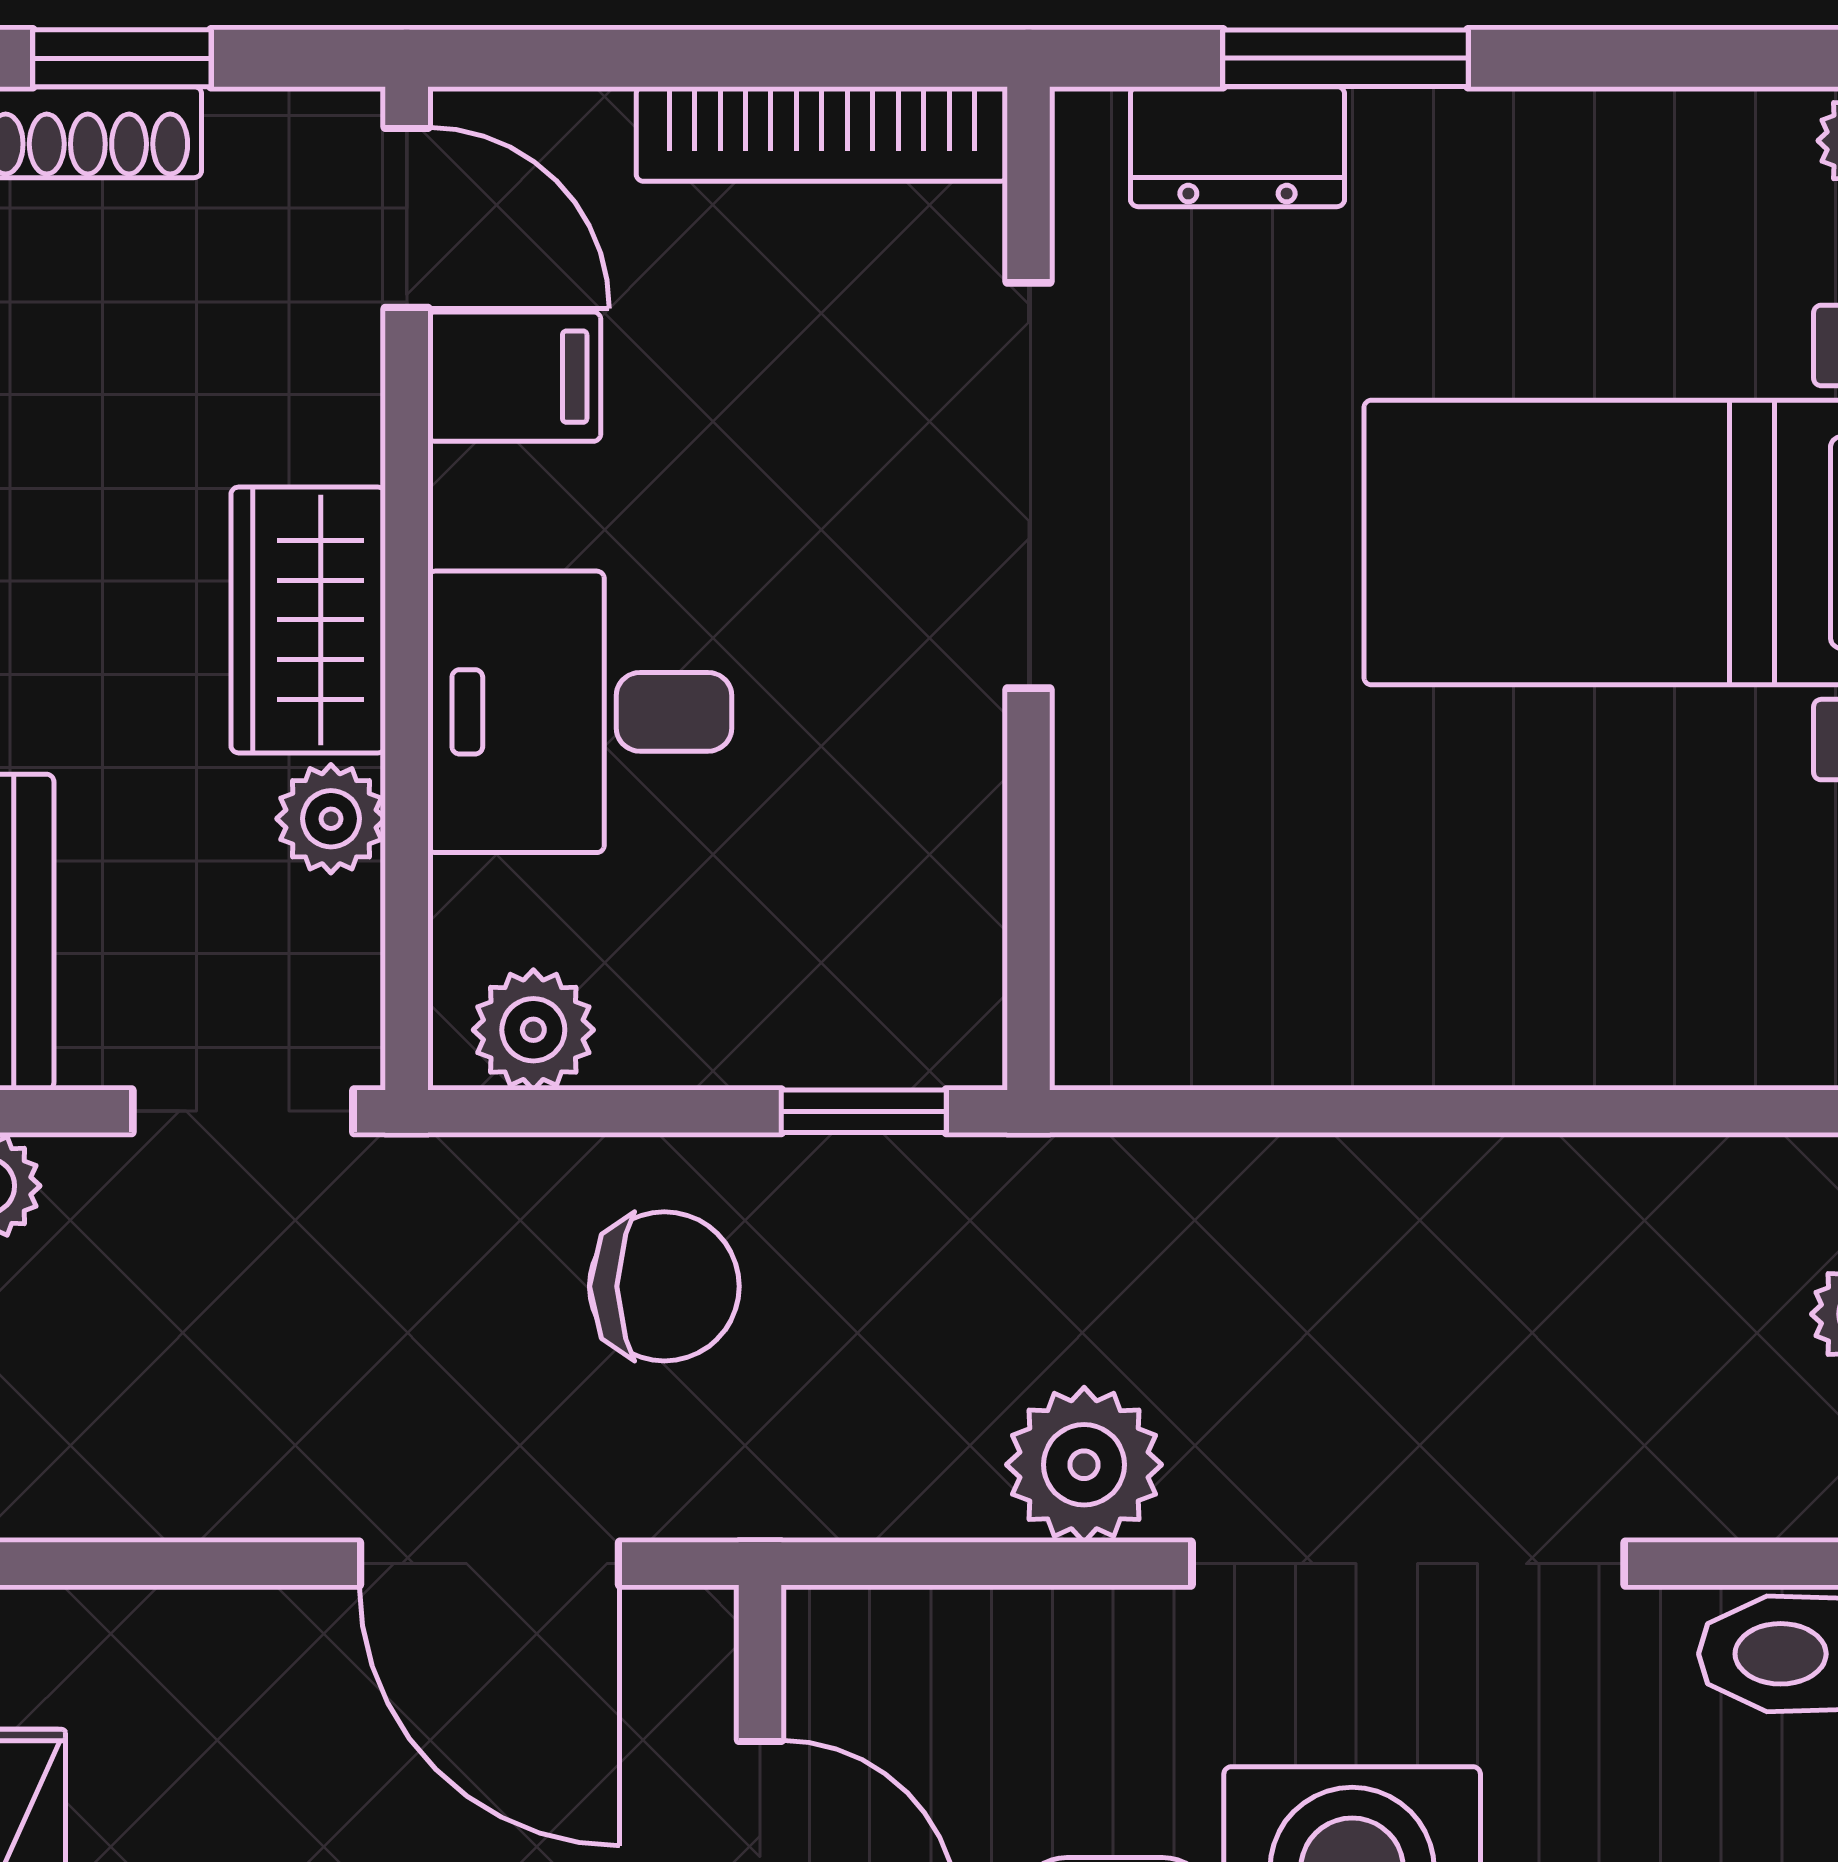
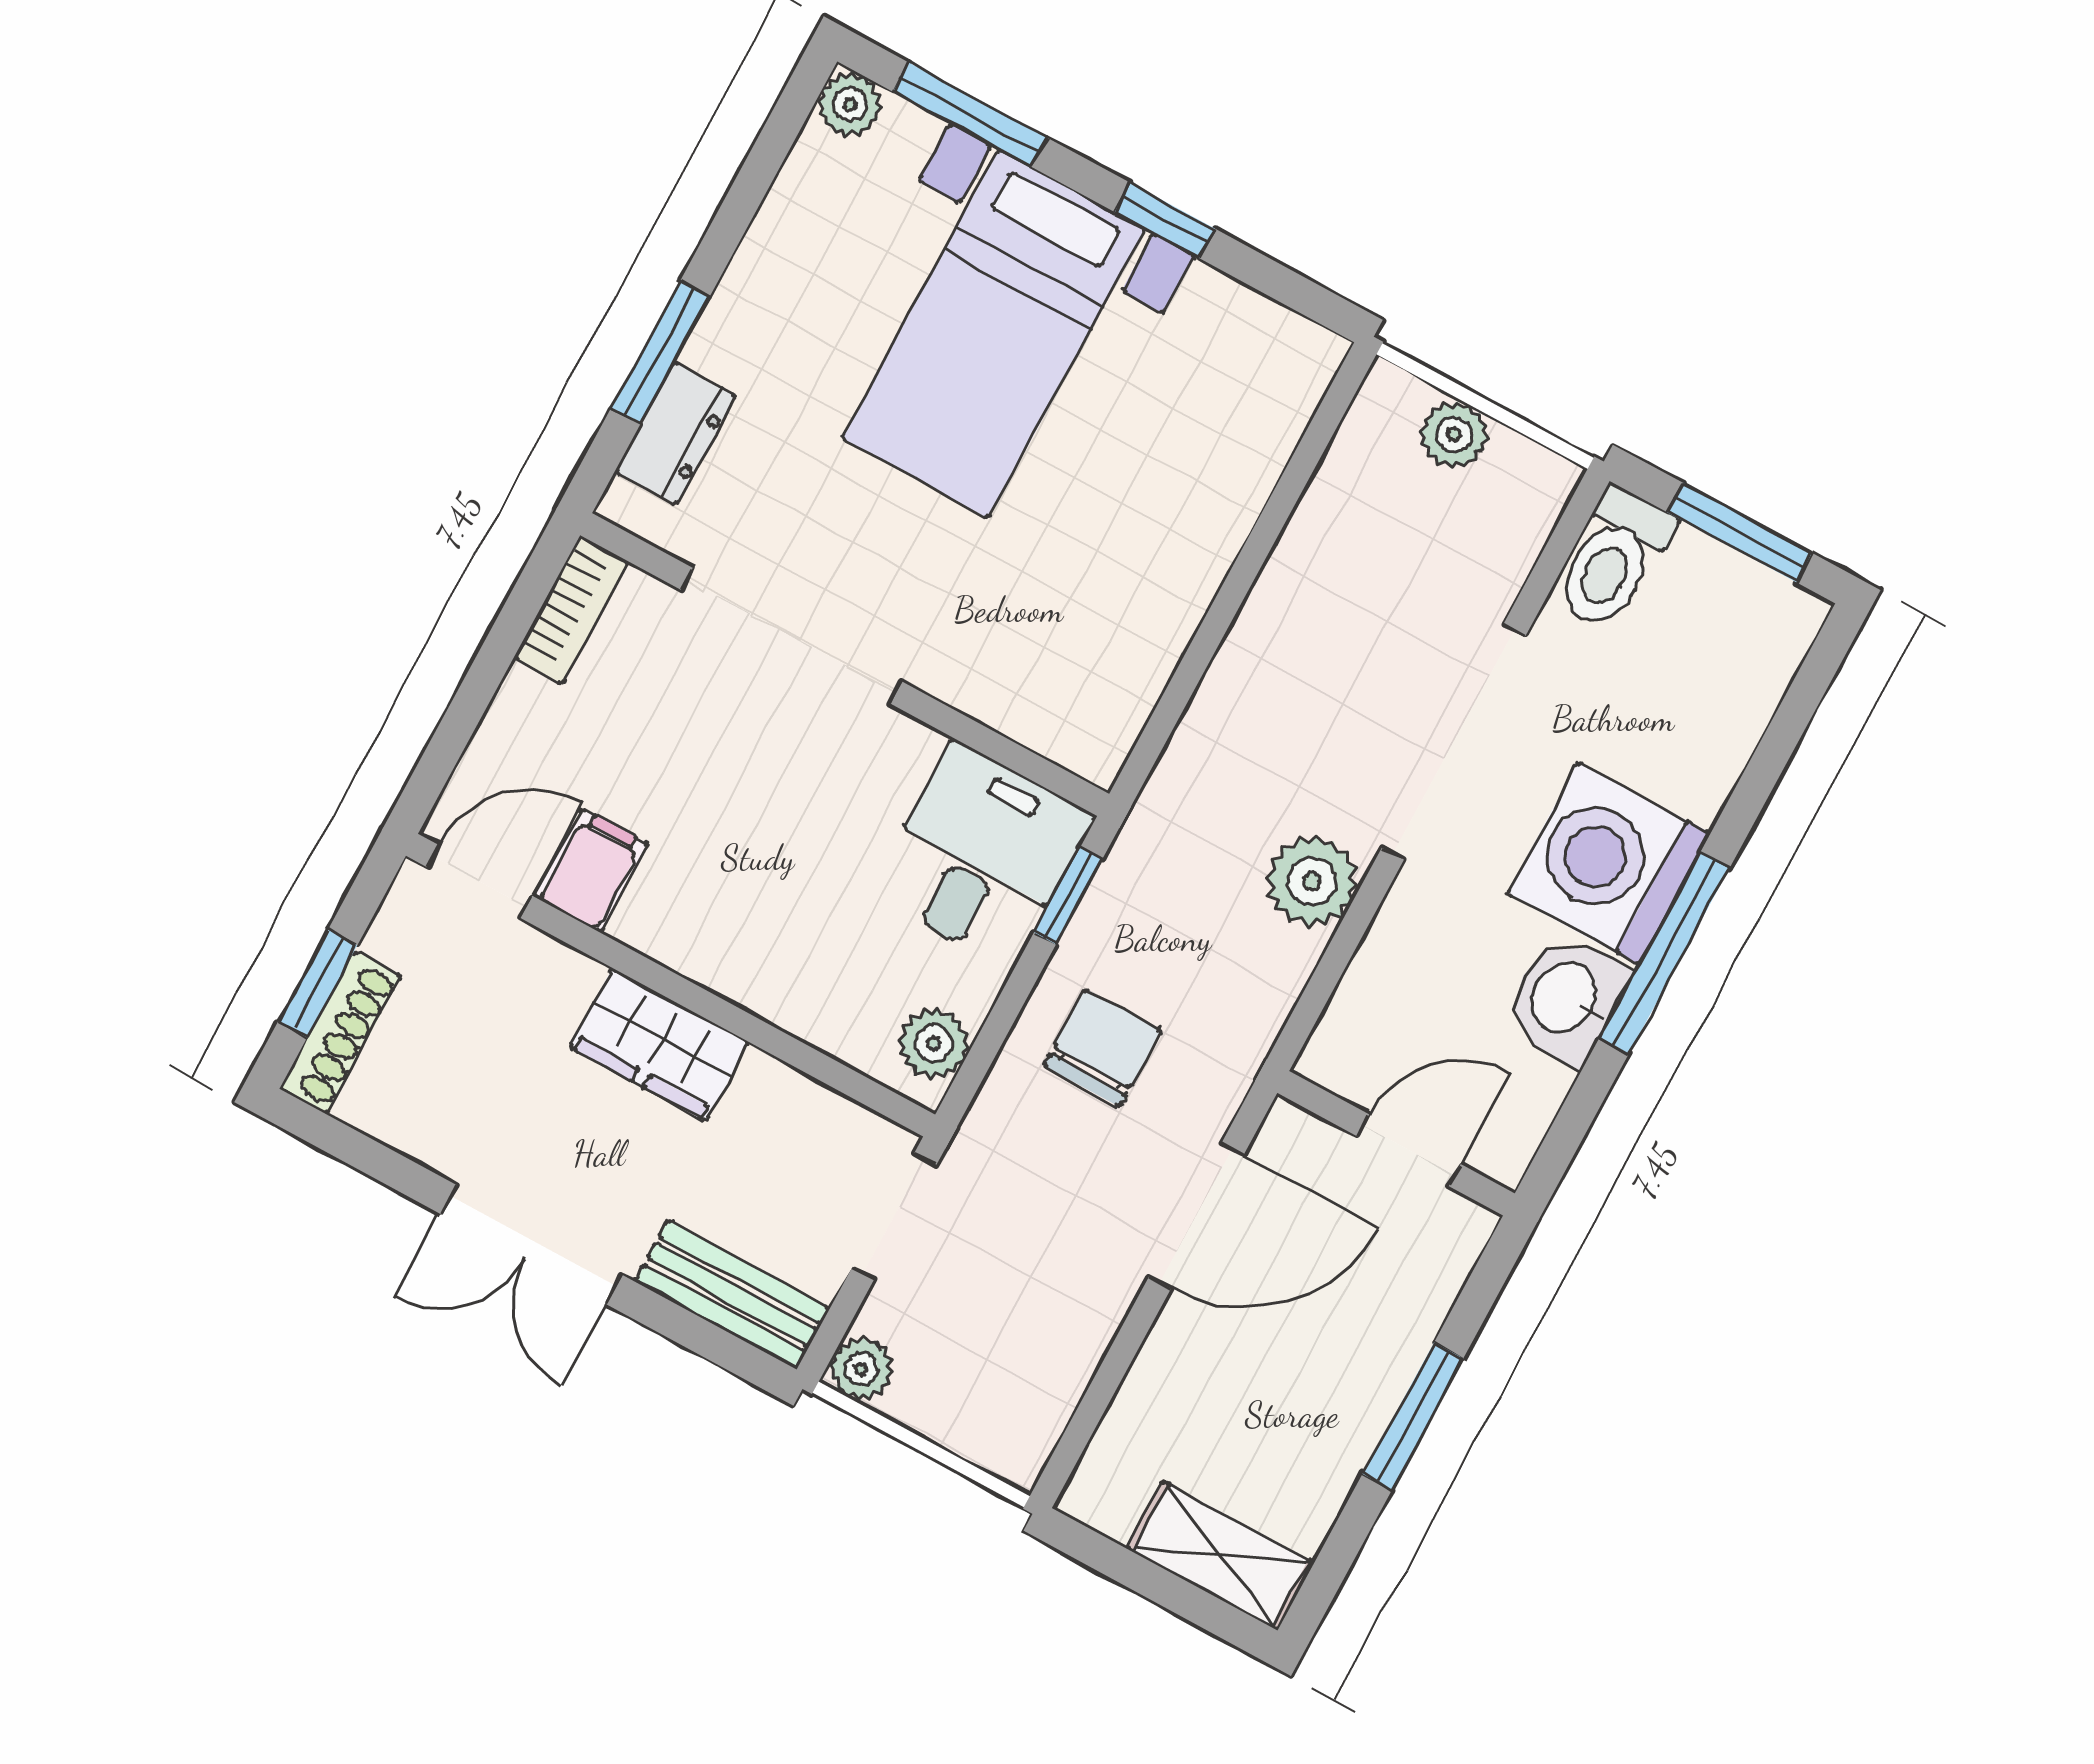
bookcase: (822, 134) -> (571, 610), width x0.64
desk: (580, 712) -> (982, 855), moved, turned 180
plant: (331, 819) -> (768, 1089), removed

